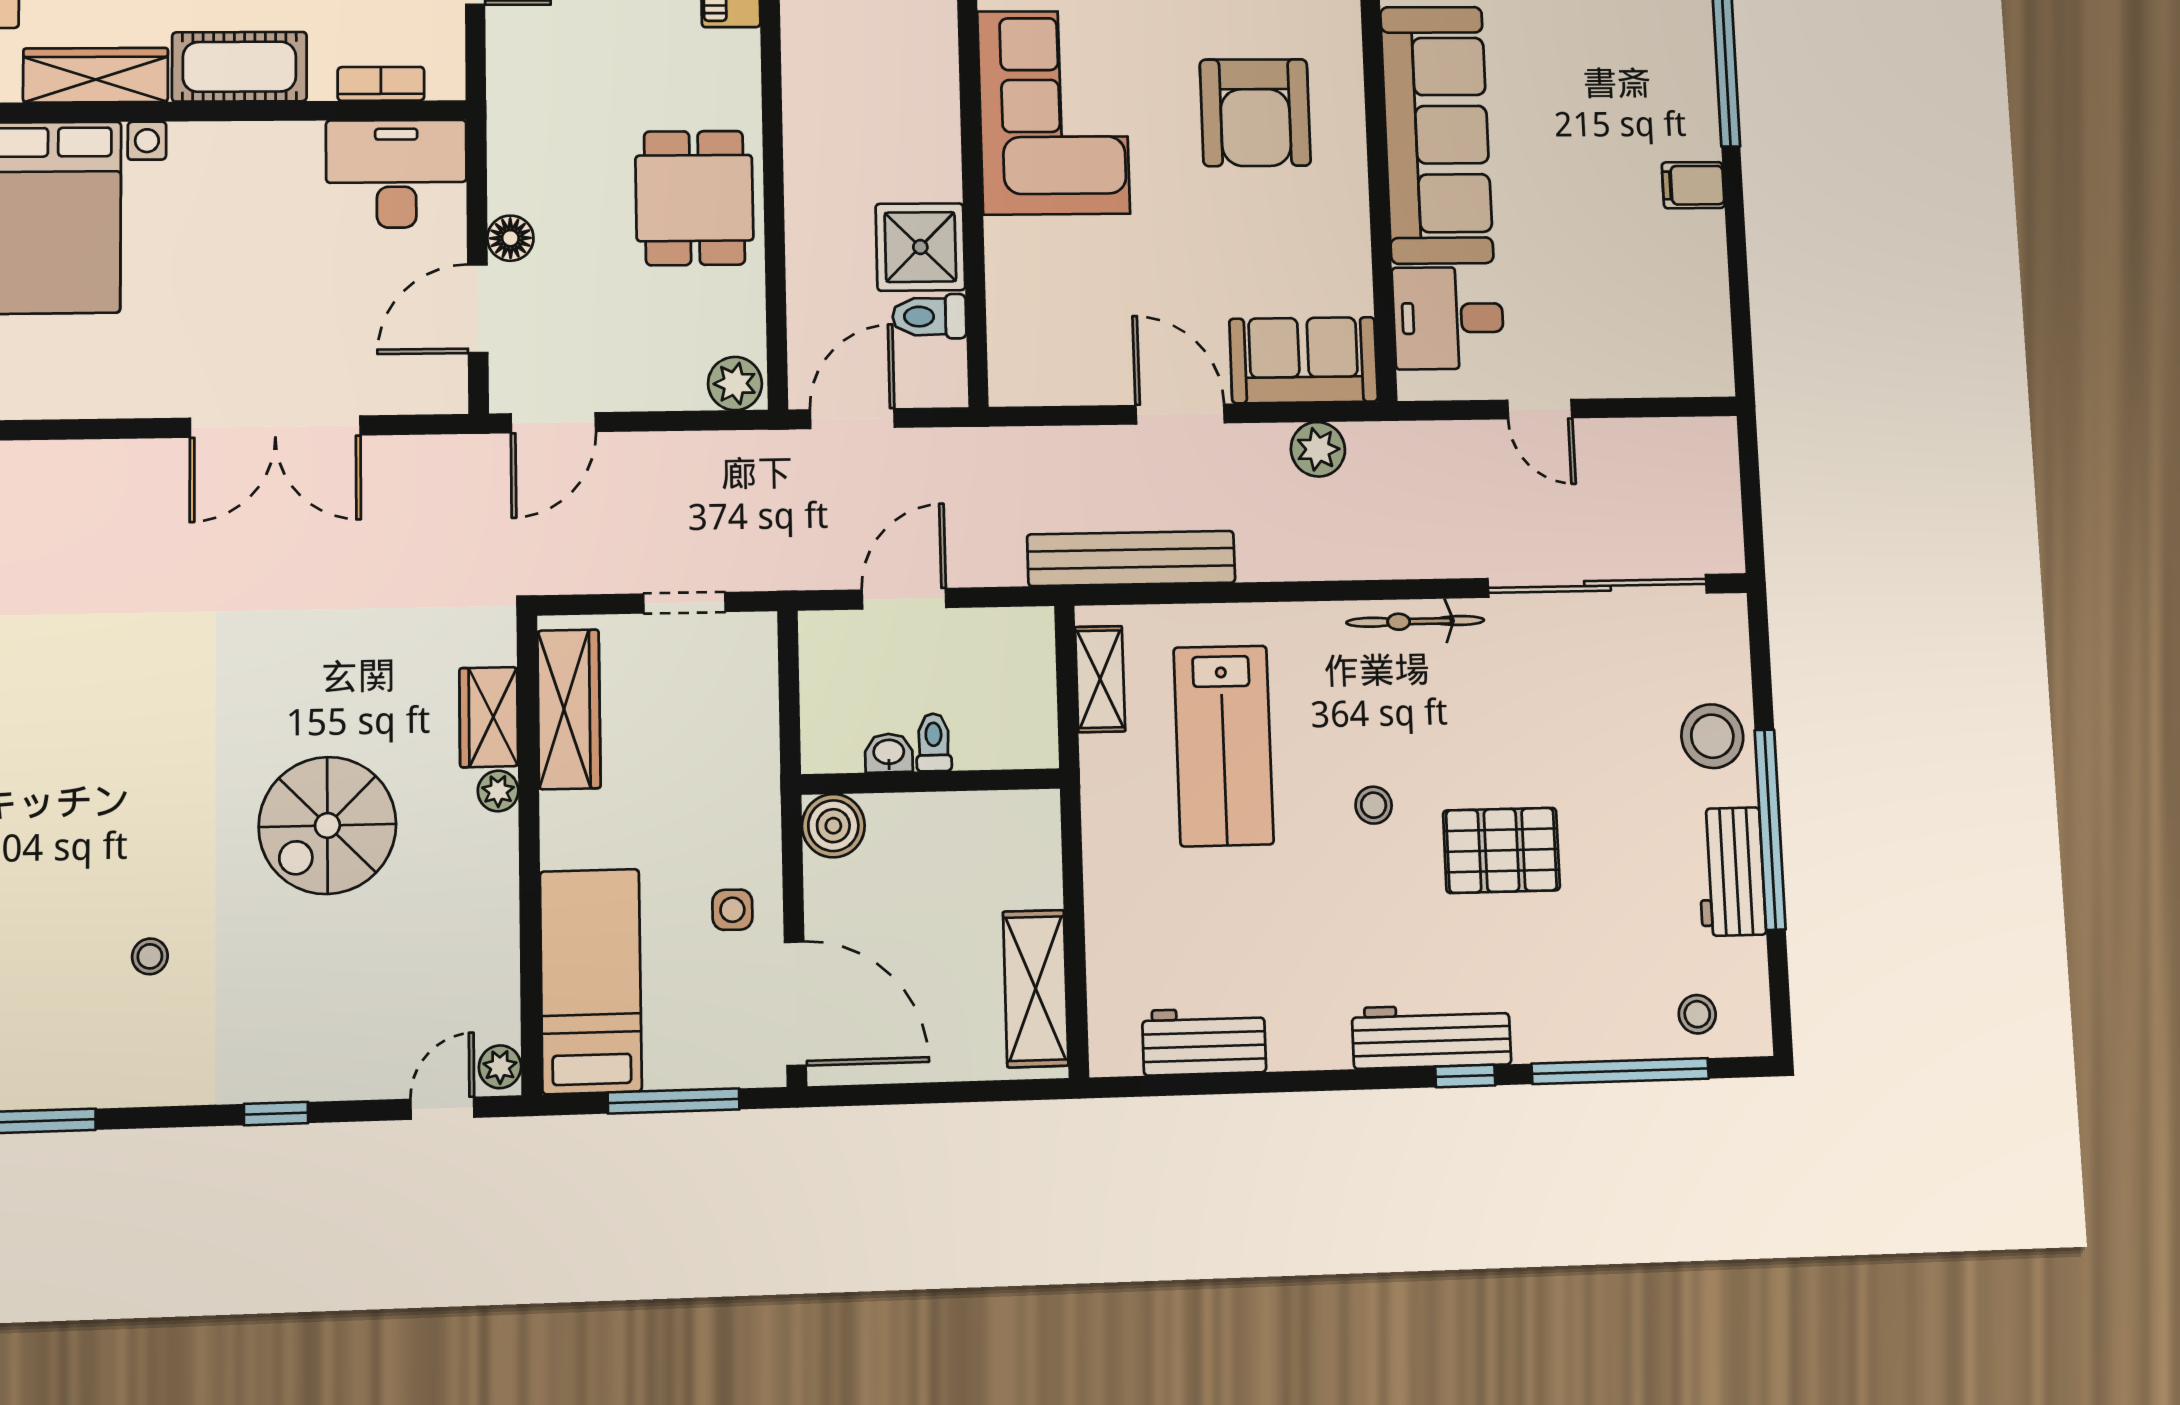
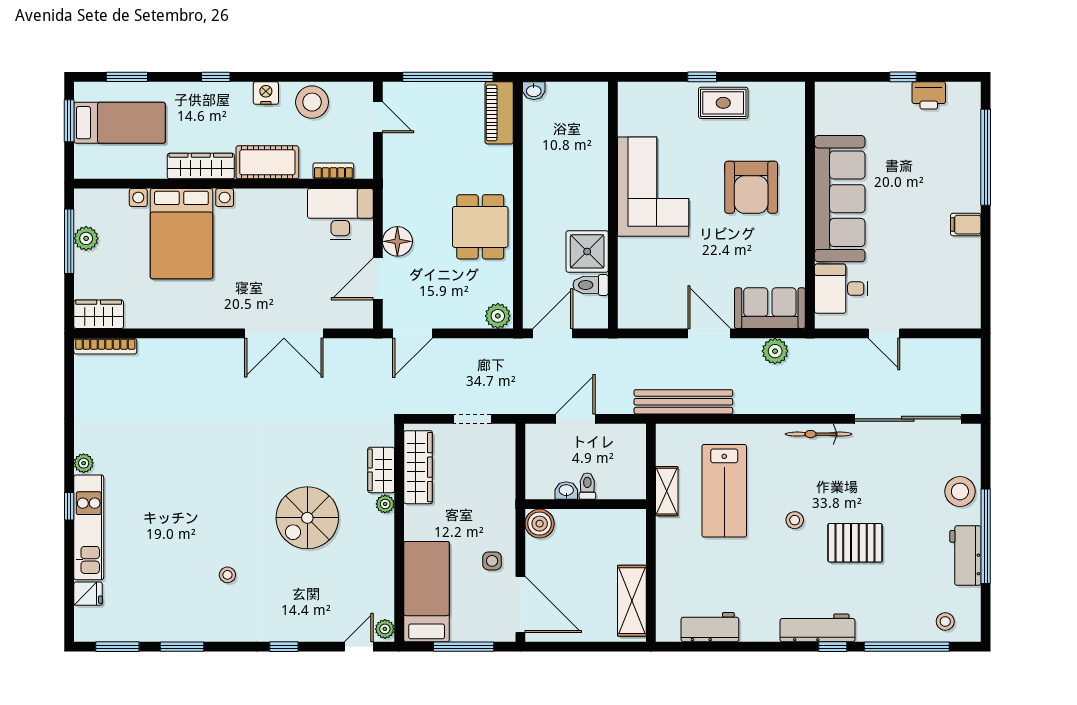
floor lamp: (510, 238) -> (397, 241), width x1.38, depth x1.38
shelving: (1100, 679) -> (667, 491), moved

